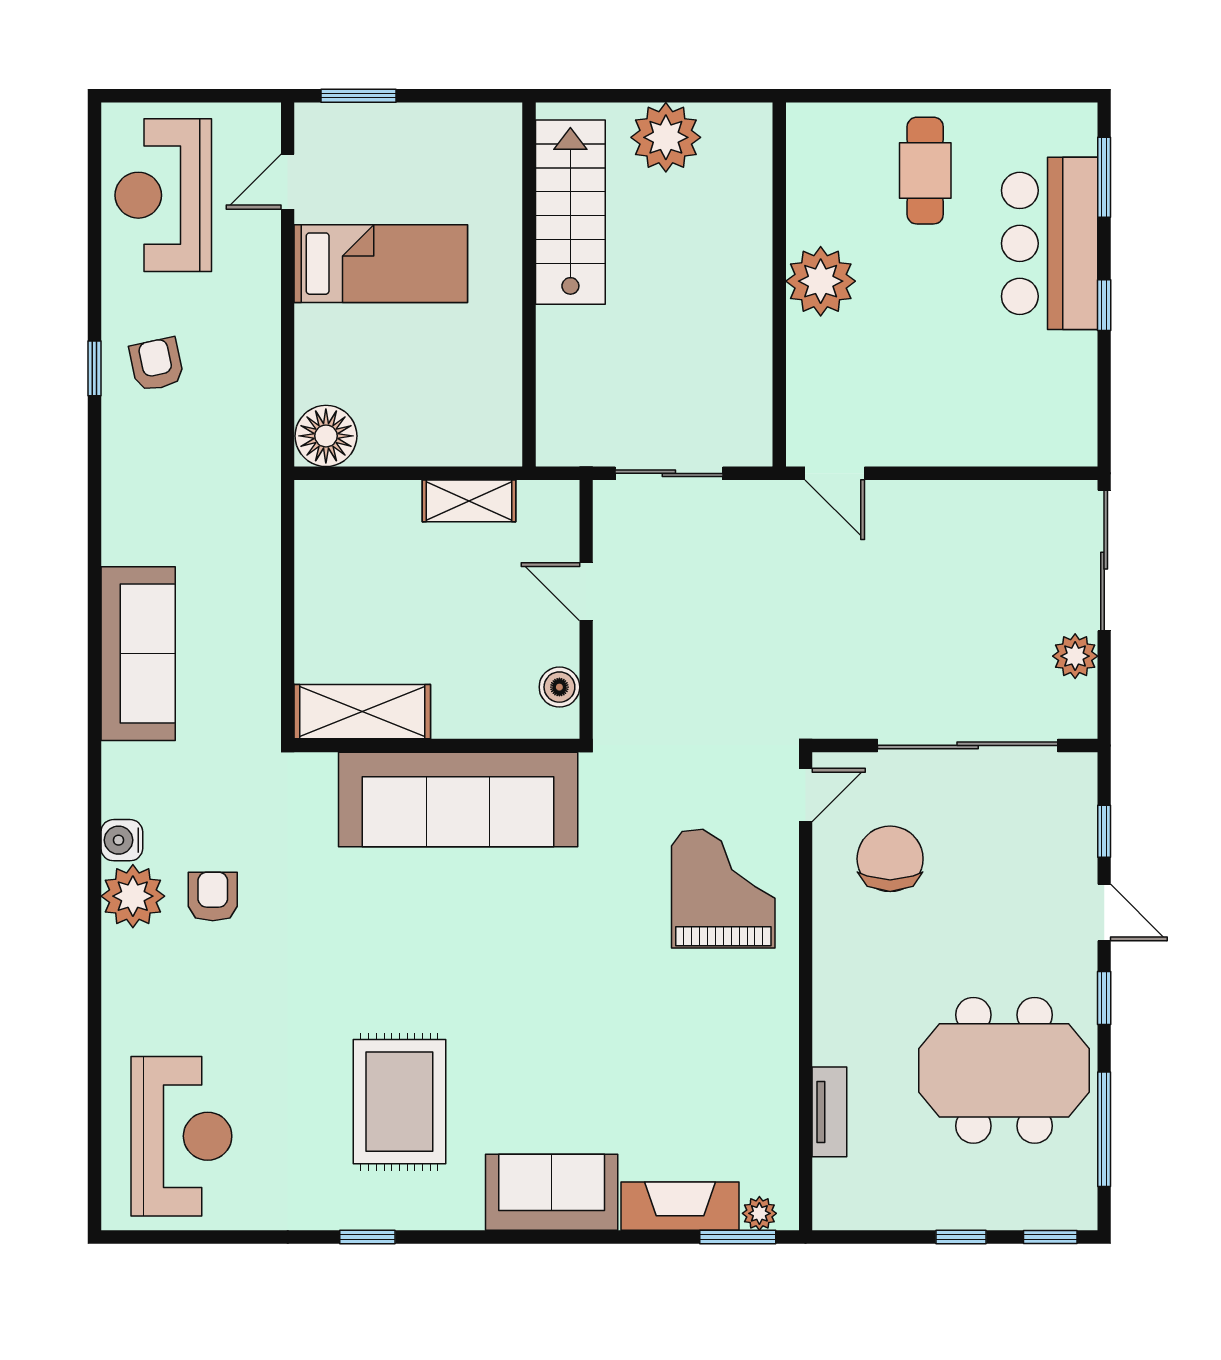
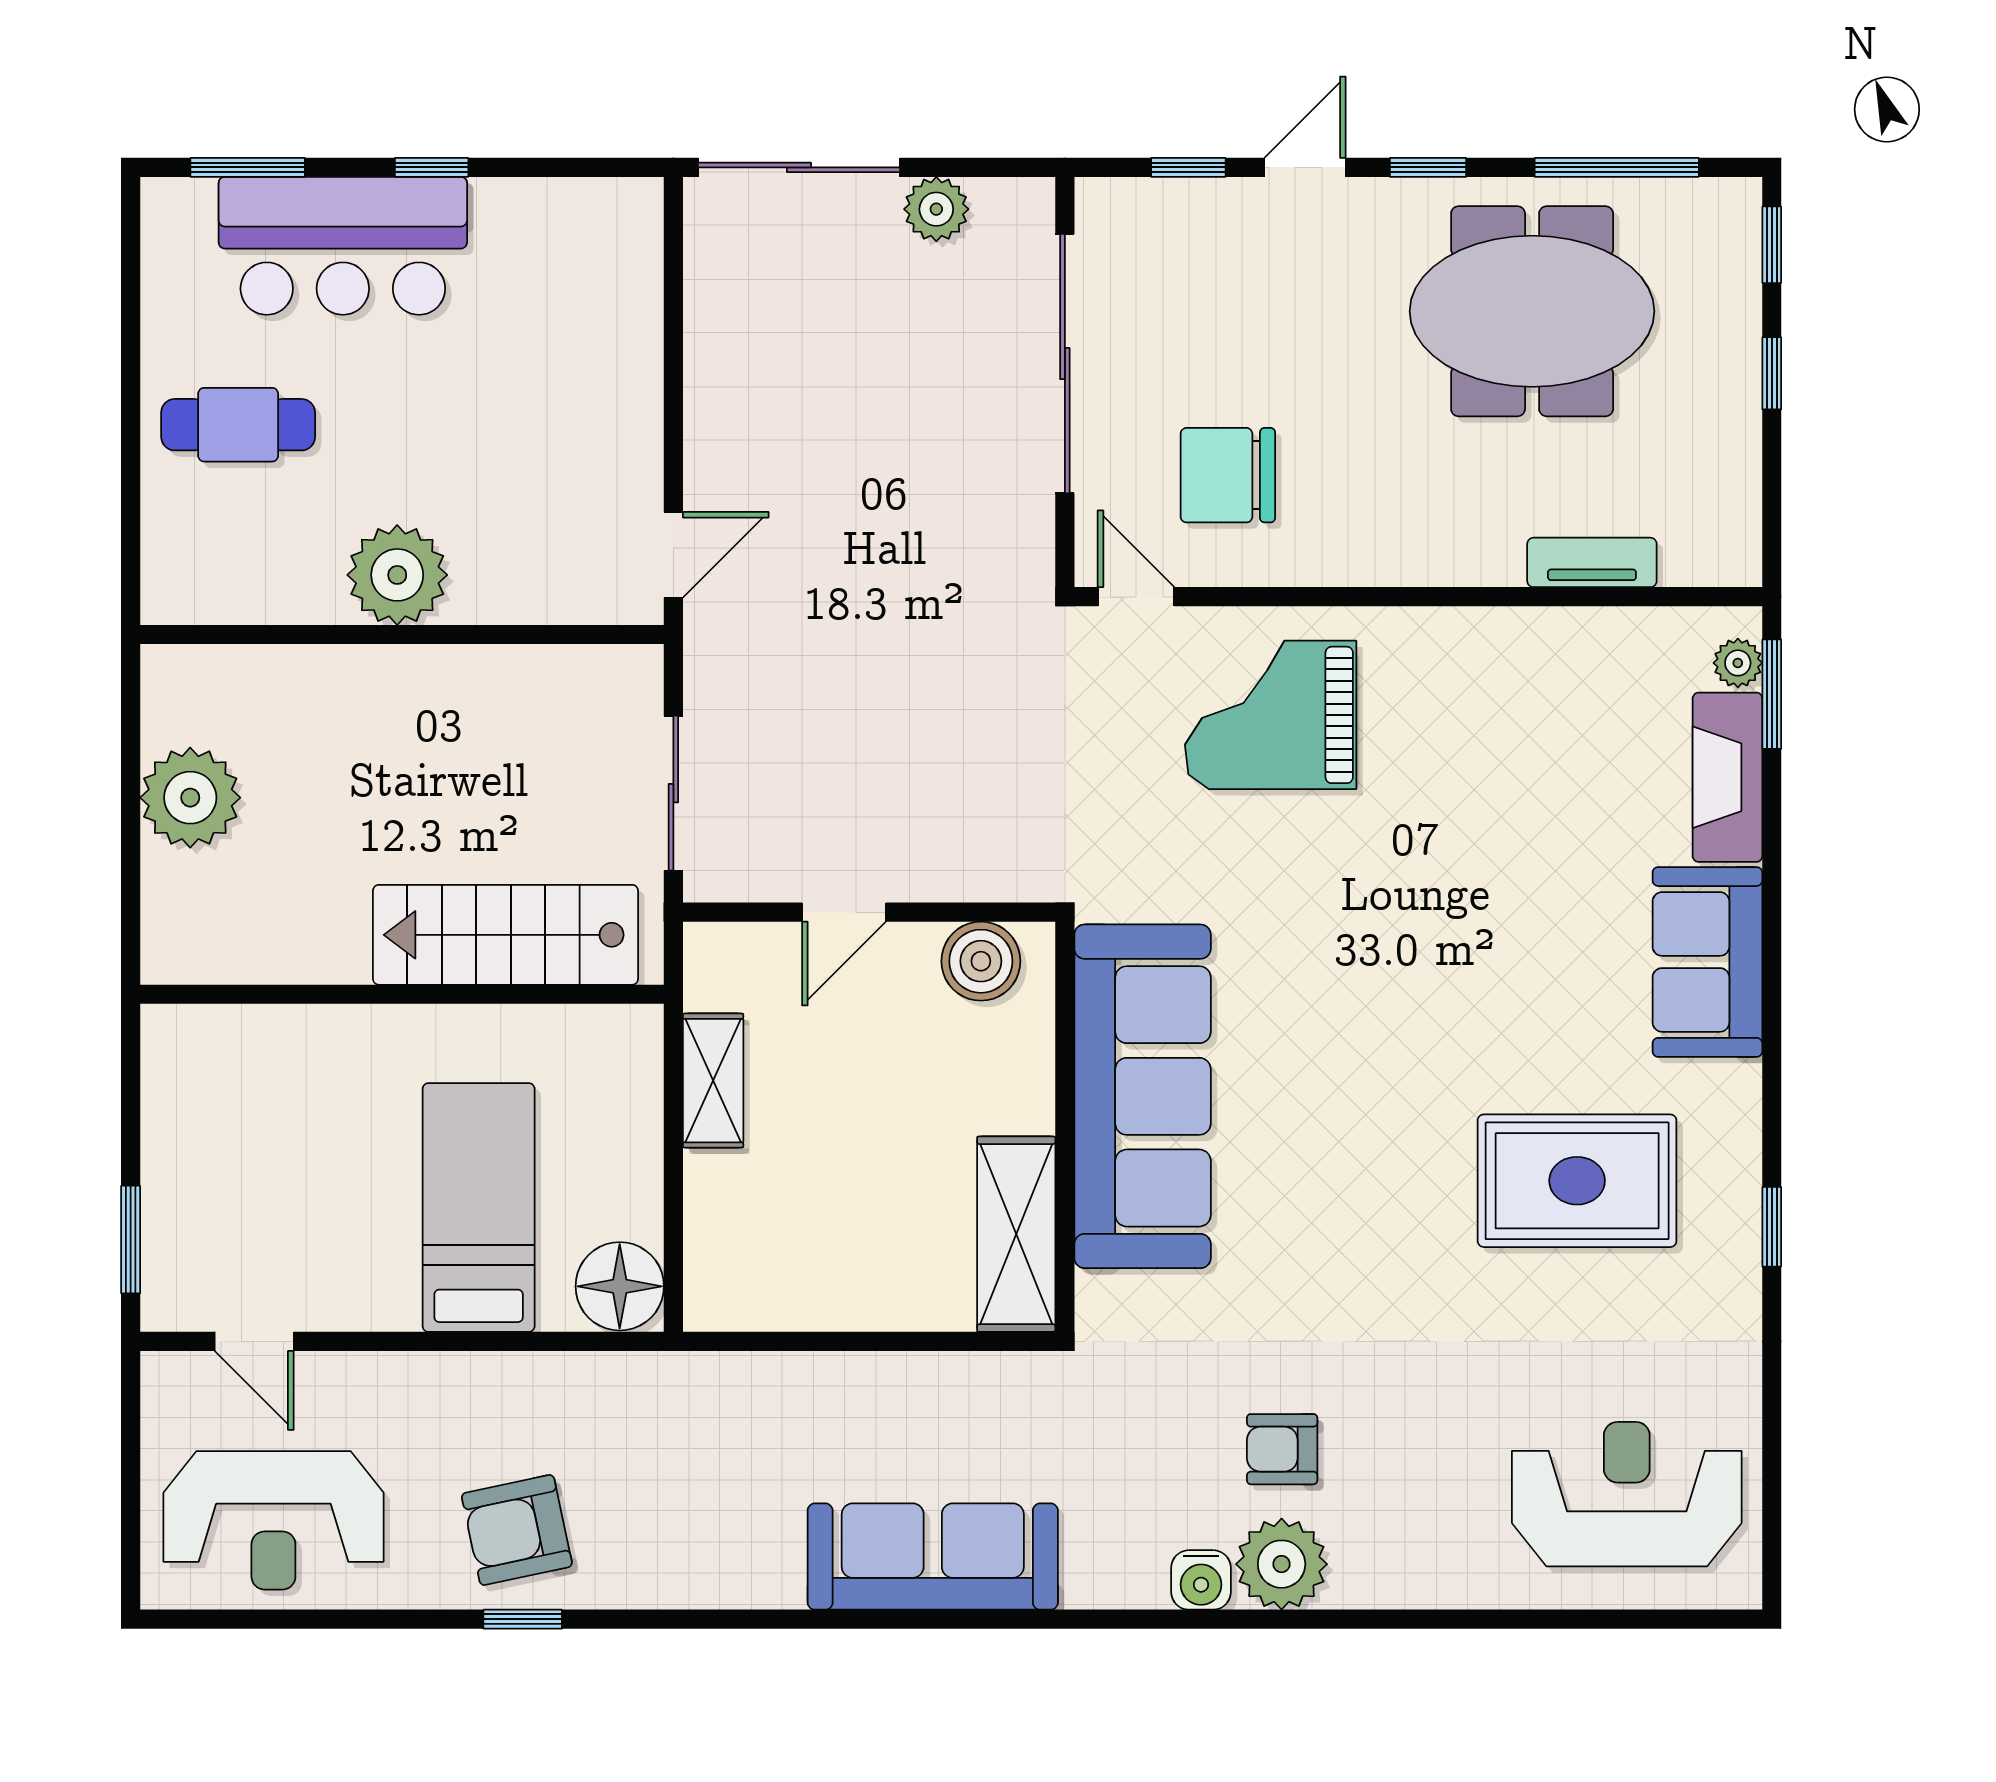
stairs: (570, 212) -> (505, 935), moved
bed: (381, 264) -> (479, 1207), moved
armchair: (157, 364) -> (517, 1530), width x1.38, depth x1.38
boiler: (559, 687) -> (981, 961), width x1.36, depth x1.36
meeting table: (1004, 1070) -> (1532, 311), turned 90

